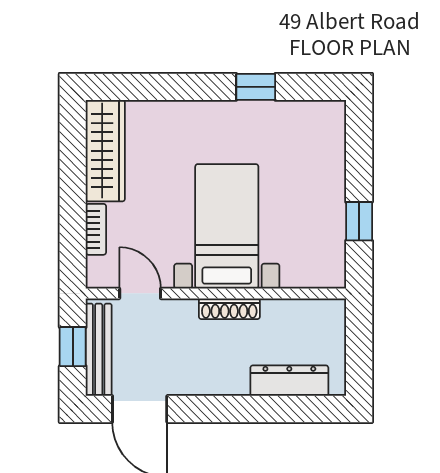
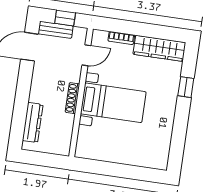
window: (256, 87) -> (186, 87), moved
window: (359, 221) -> (106, 168), removed
bench: (99, 350) -> (56, 30), width x0.73

